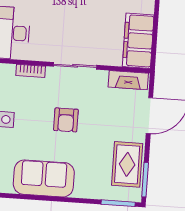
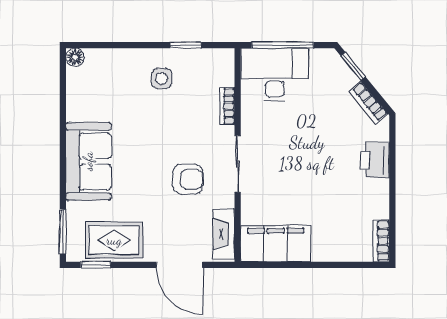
armchair: (66, 120) -> (188, 179), moved, turned 180
sofa: (44, 178) -> (88, 161), moved
window: (145, 180) -> (96, 265), width x0.67

